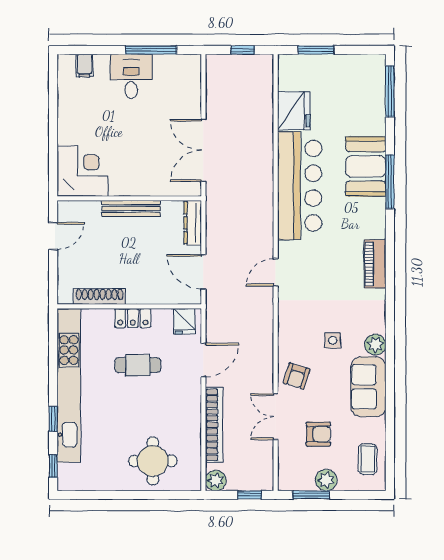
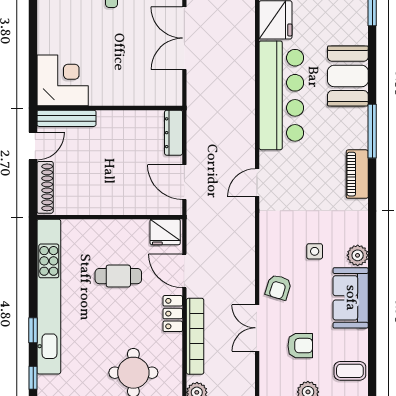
double door: (203, 150) -> (184, 38), moved
window: (390, 182) -> (372, 131), moved
bench: (131, 208) -> (66, 118), moved
shoe rack: (100, 296) -> (45, 187), moved, turned 90
locker: (133, 318) -> (173, 314), moved, turned 90
fridge: (184, 321) -> (165, 232), width x1.38
door: (203, 360) -> (184, 271), swing flipped
coffee table: (368, 459) -> (350, 371), turned 90

